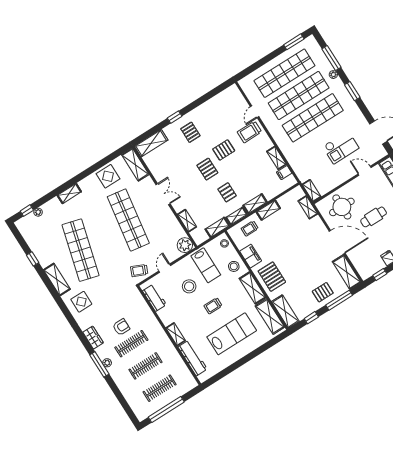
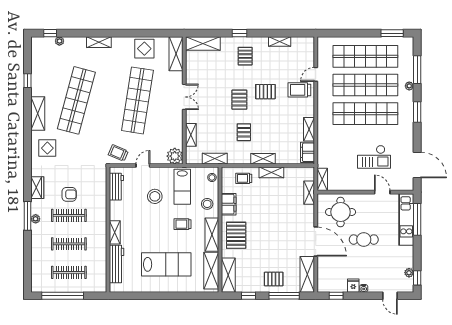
filing cabinet: (284, 173) -> (308, 152), width x2.00
shelving: (237, 216) -> (280, 41), moved
trolley: (213, 306) -> (183, 224), moved

